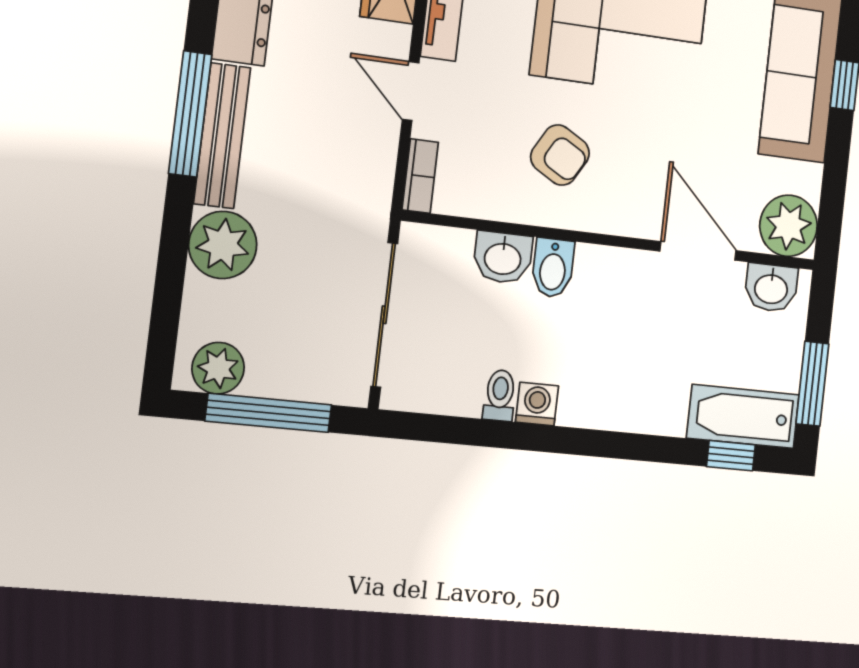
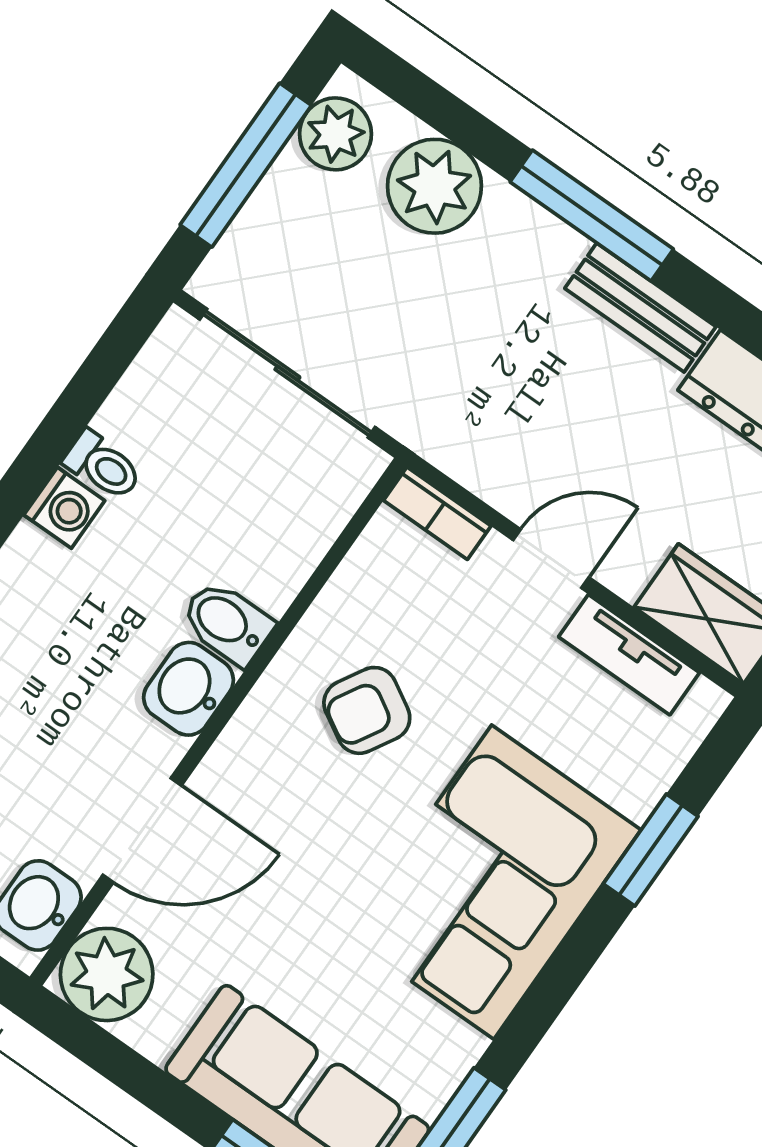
window: (190, 114) -> (592, 215), moved
bench: (222, 136) -> (640, 308), width x0.73
plant: (223, 245) -> (434, 186), moved
washbasin: (503, 258) -> (189, 689), moved

